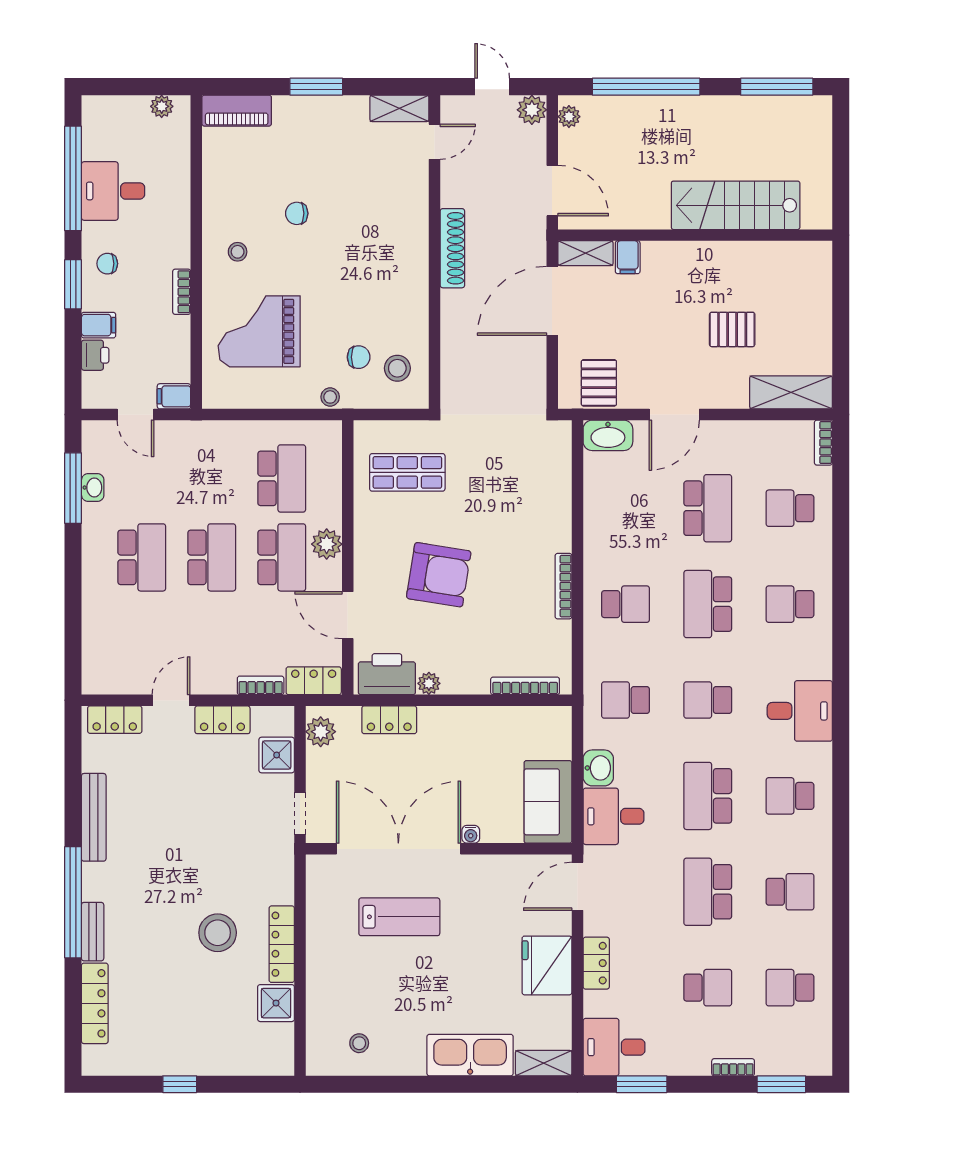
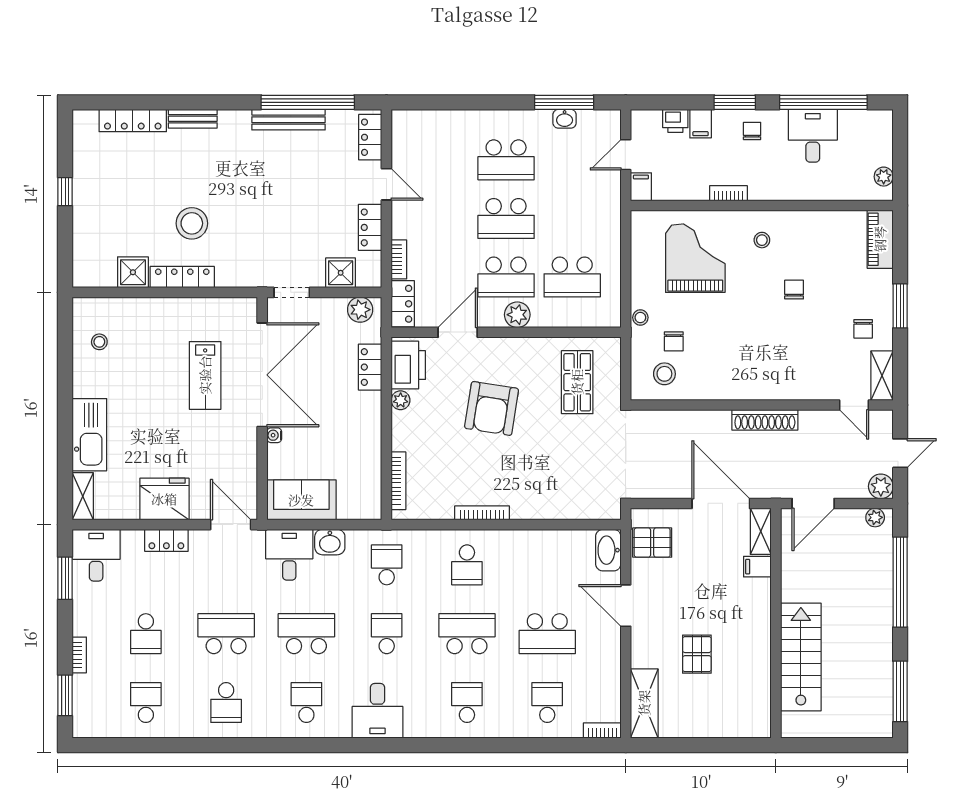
chair: (344, 131) -> (863, 329), added
window: (73, 902) -> (308, 102), moved

